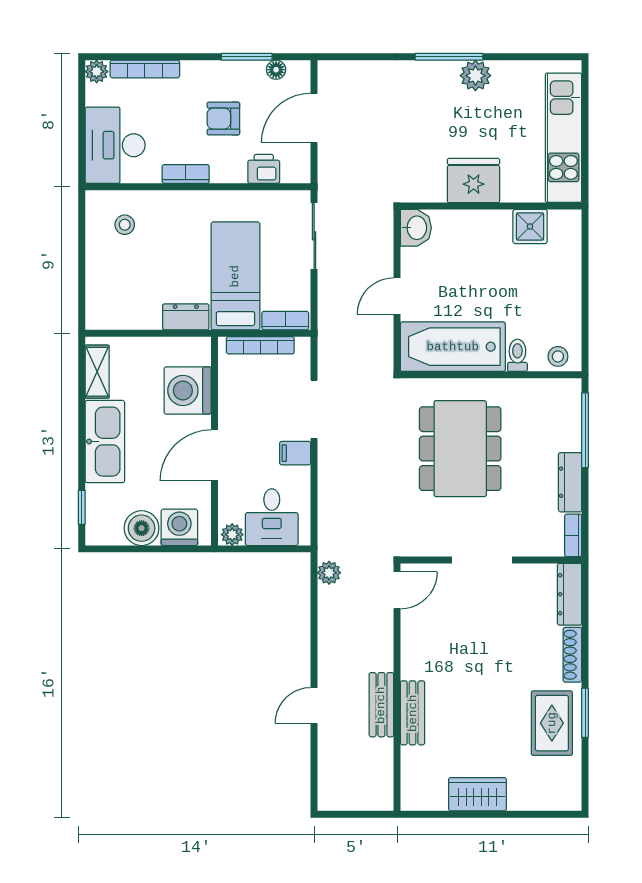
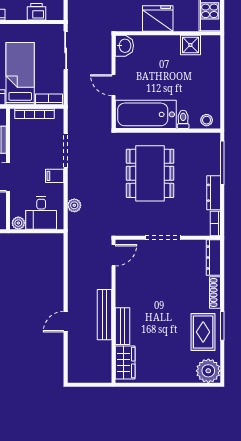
door: (397, 296) -> (114, 85), hinge flipped
plant: (329, 573) -> (74, 205), moved
bench: (381, 705) -> (105, 315), width x1.36
plant: (561, 790) -> (208, 371), added
wardrobe: (478, 794) -> (125, 362), moved, turned 90

